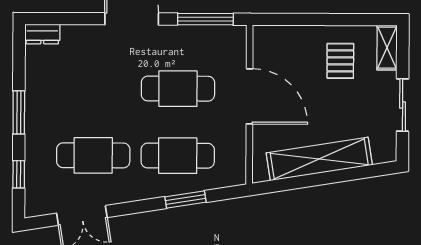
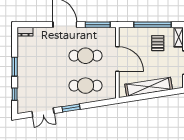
window: (329, 20) -> (153, 25), added
cafe table: (93, 155) -> (48, 86), removed
window: (185, 200) -> (71, 108), moved

